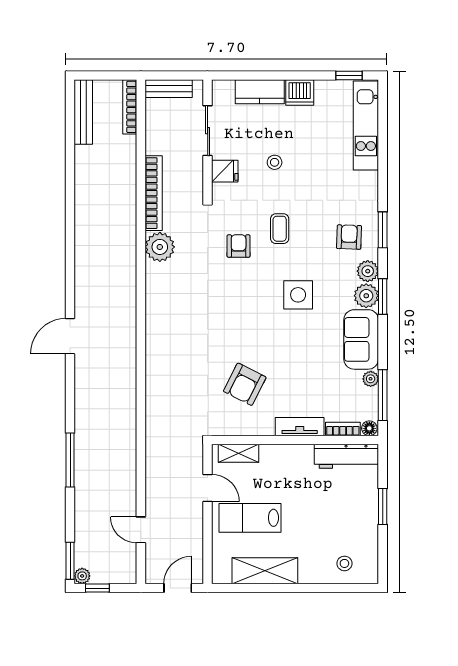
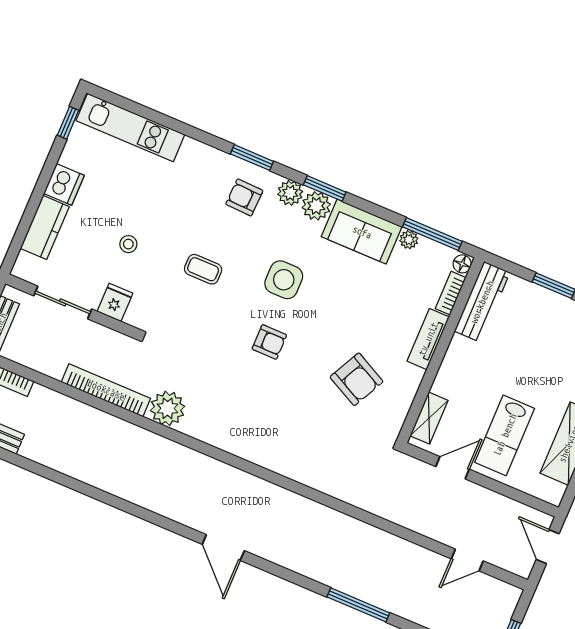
armchair: (239, 246) -> (269, 342), moved, turned 180

